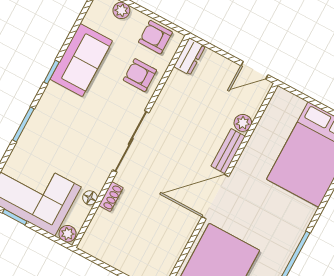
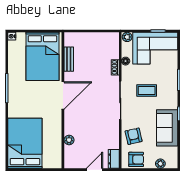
door: (255, 70) -> (95, 170), moved
armchair: (140, 75) -> (134, 136), turned -103
coffee table: (82, 135) -> (147, 90), added
bench: (228, 151) -> (69, 59), moved

